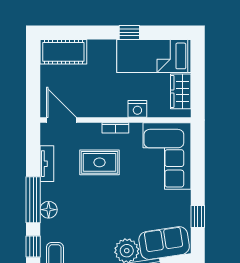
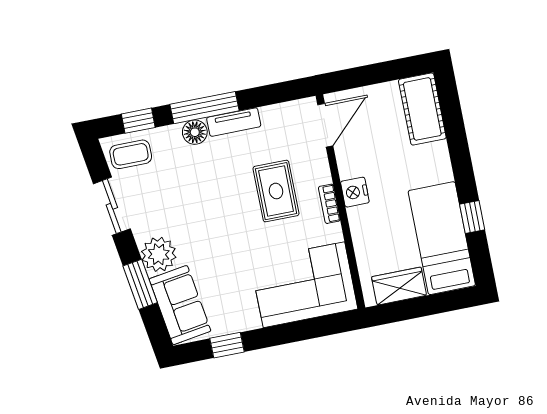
window: (129, 32) -> (472, 217), moved
nightstand: (137, 109) -> (355, 192), moved
tv unit: (47, 164) -> (234, 122), moved

